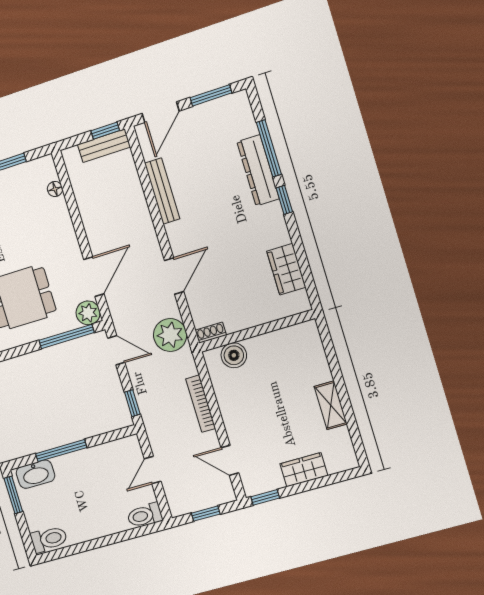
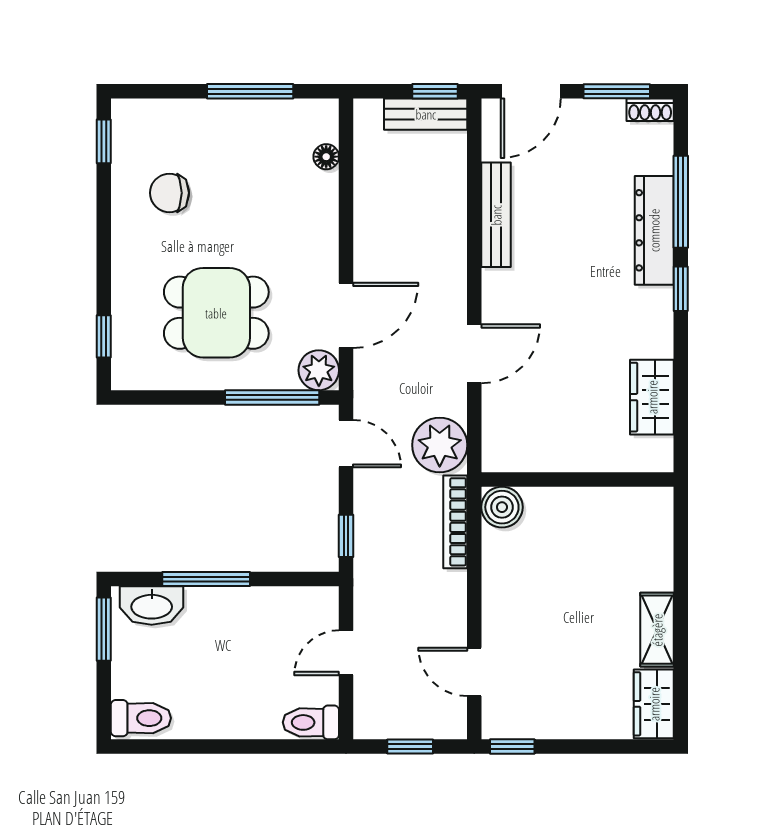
shoe rack: (211, 333) -> (650, 110), moved, turned 180
boiler: (234, 355) -> (502, 507), moved
bookcase: (201, 404) -> (455, 522), moved
wardrobe: (304, 470) -> (654, 704), moved, turned -90

